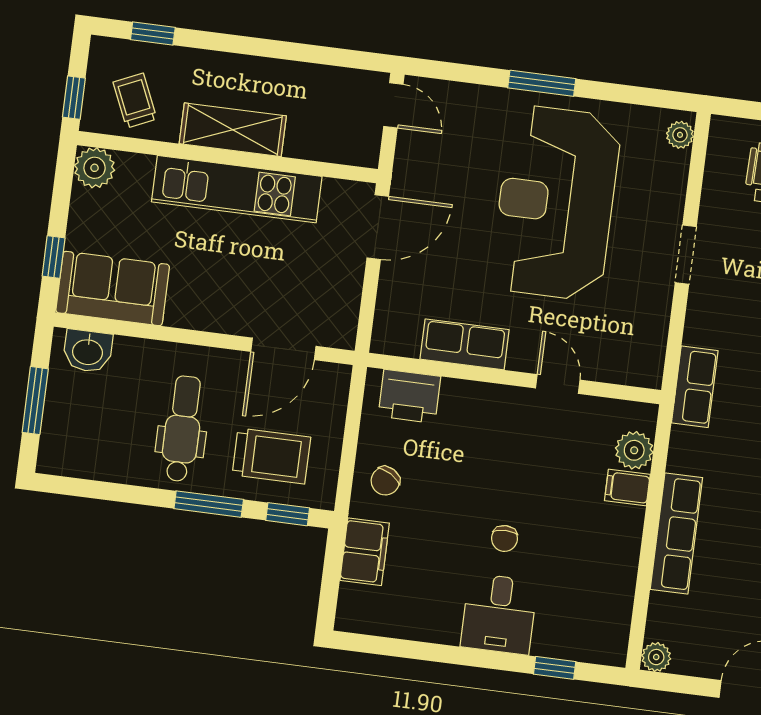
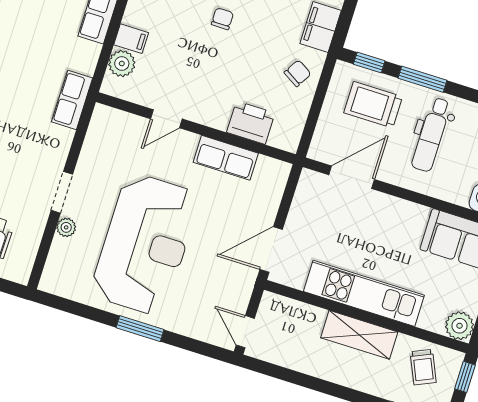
plant: (680, 135) -> (66, 227), moved
door: (558, 384) -> (166, 119), hinge flipped
printer: (409, 396) -> (251, 123), moved

